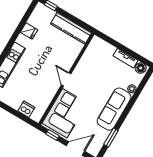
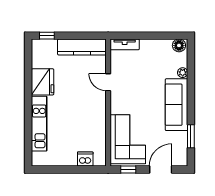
fridge: (29, 31) -> (43, 82), width x1.88, depth x1.34
tv unit: (125, 58) -> (125, 44), moved
door: (66, 79) -> (108, 82), moved

